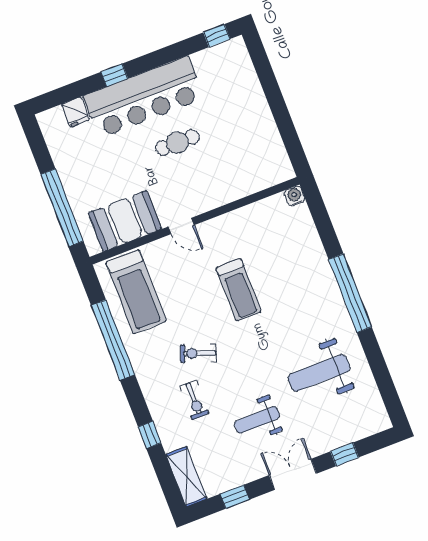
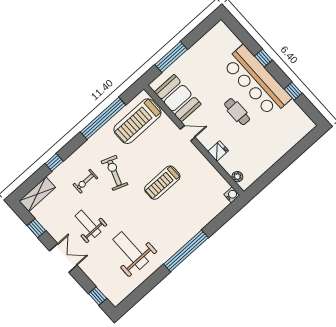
window: (217, 36) -> (293, 91), moved
fridge: (76, 112) -> (218, 151), moved, turned 180
plant: (271, 178) -> (237, 177), added
window: (62, 208) -> (171, 57), width x0.68
door: (181, 226) -> (188, 133), swing flipped
exercise bike: (198, 353) -> (115, 173), width x1.38, depth x1.39
window: (344, 454) -> (98, 296), moved

